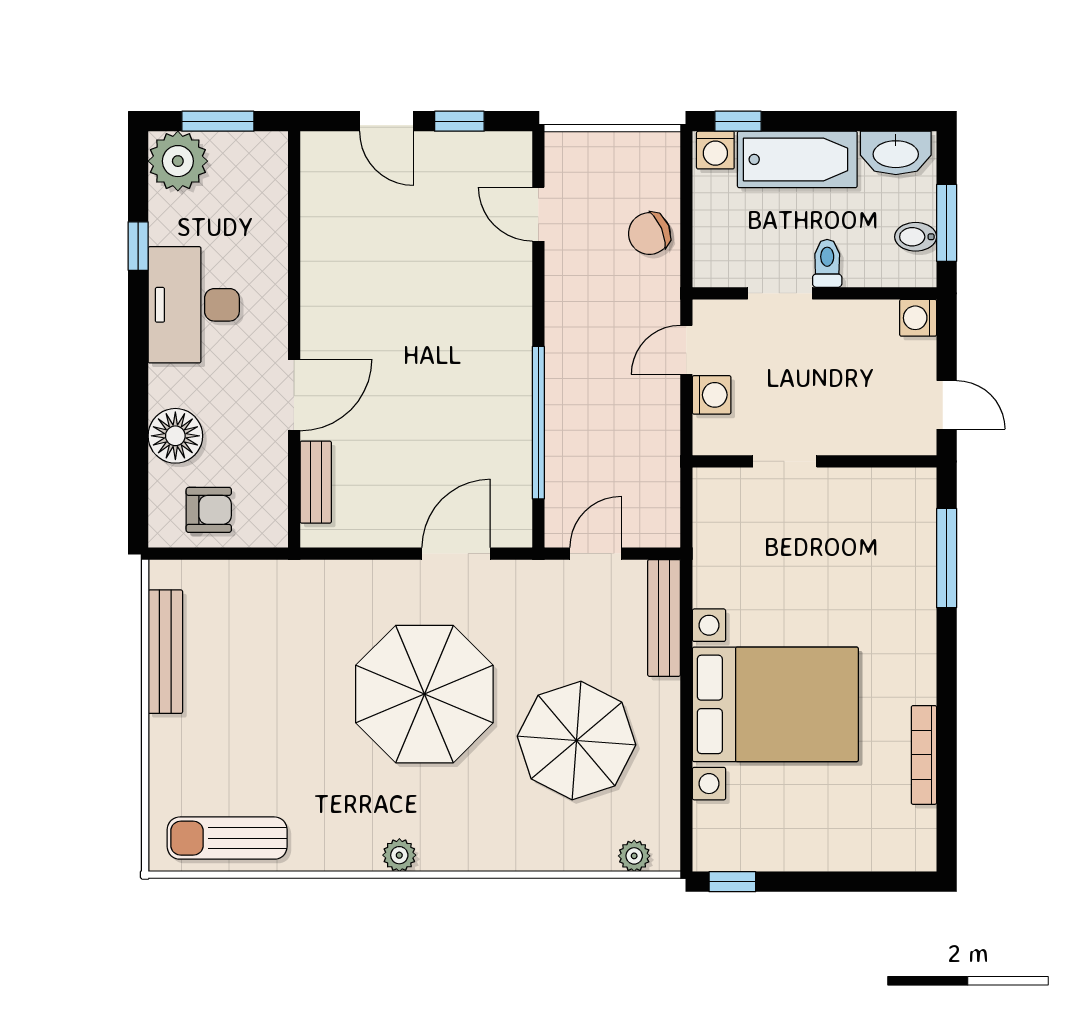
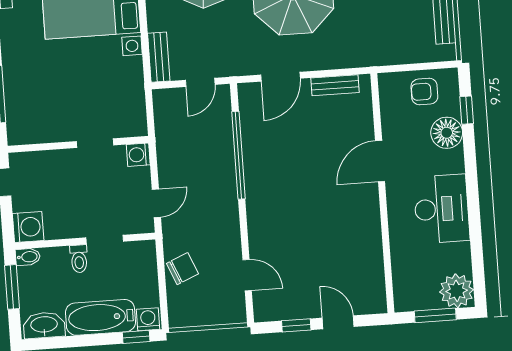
bidet: (916, 237) -> (28, 257), moved
window: (138, 246) -> (467, 110), moved
washing machine: (918, 318) -> (28, 227), width x1.38, depth x1.38
washing machine: (712, 395) -> (138, 155), moved
bench: (316, 482) -> (335, 85), moved, turned 90
bench: (664, 618) -> (159, 57), width x0.73

